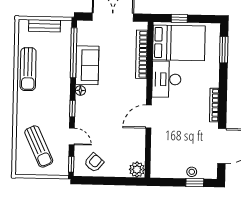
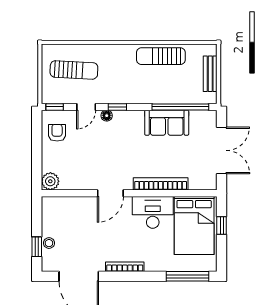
window: (224, 50) -> (187, 276), width x1.44
bookcase: (142, 54) -> (161, 184), moved
floor lamp: (80, 90) -> (107, 116), moved
door: (149, 117) -> (110, 193), swing flipped
sun lounger: (39, 146) -> (74, 70), turned -152
armchair: (94, 163) -> (57, 133), turned -130

